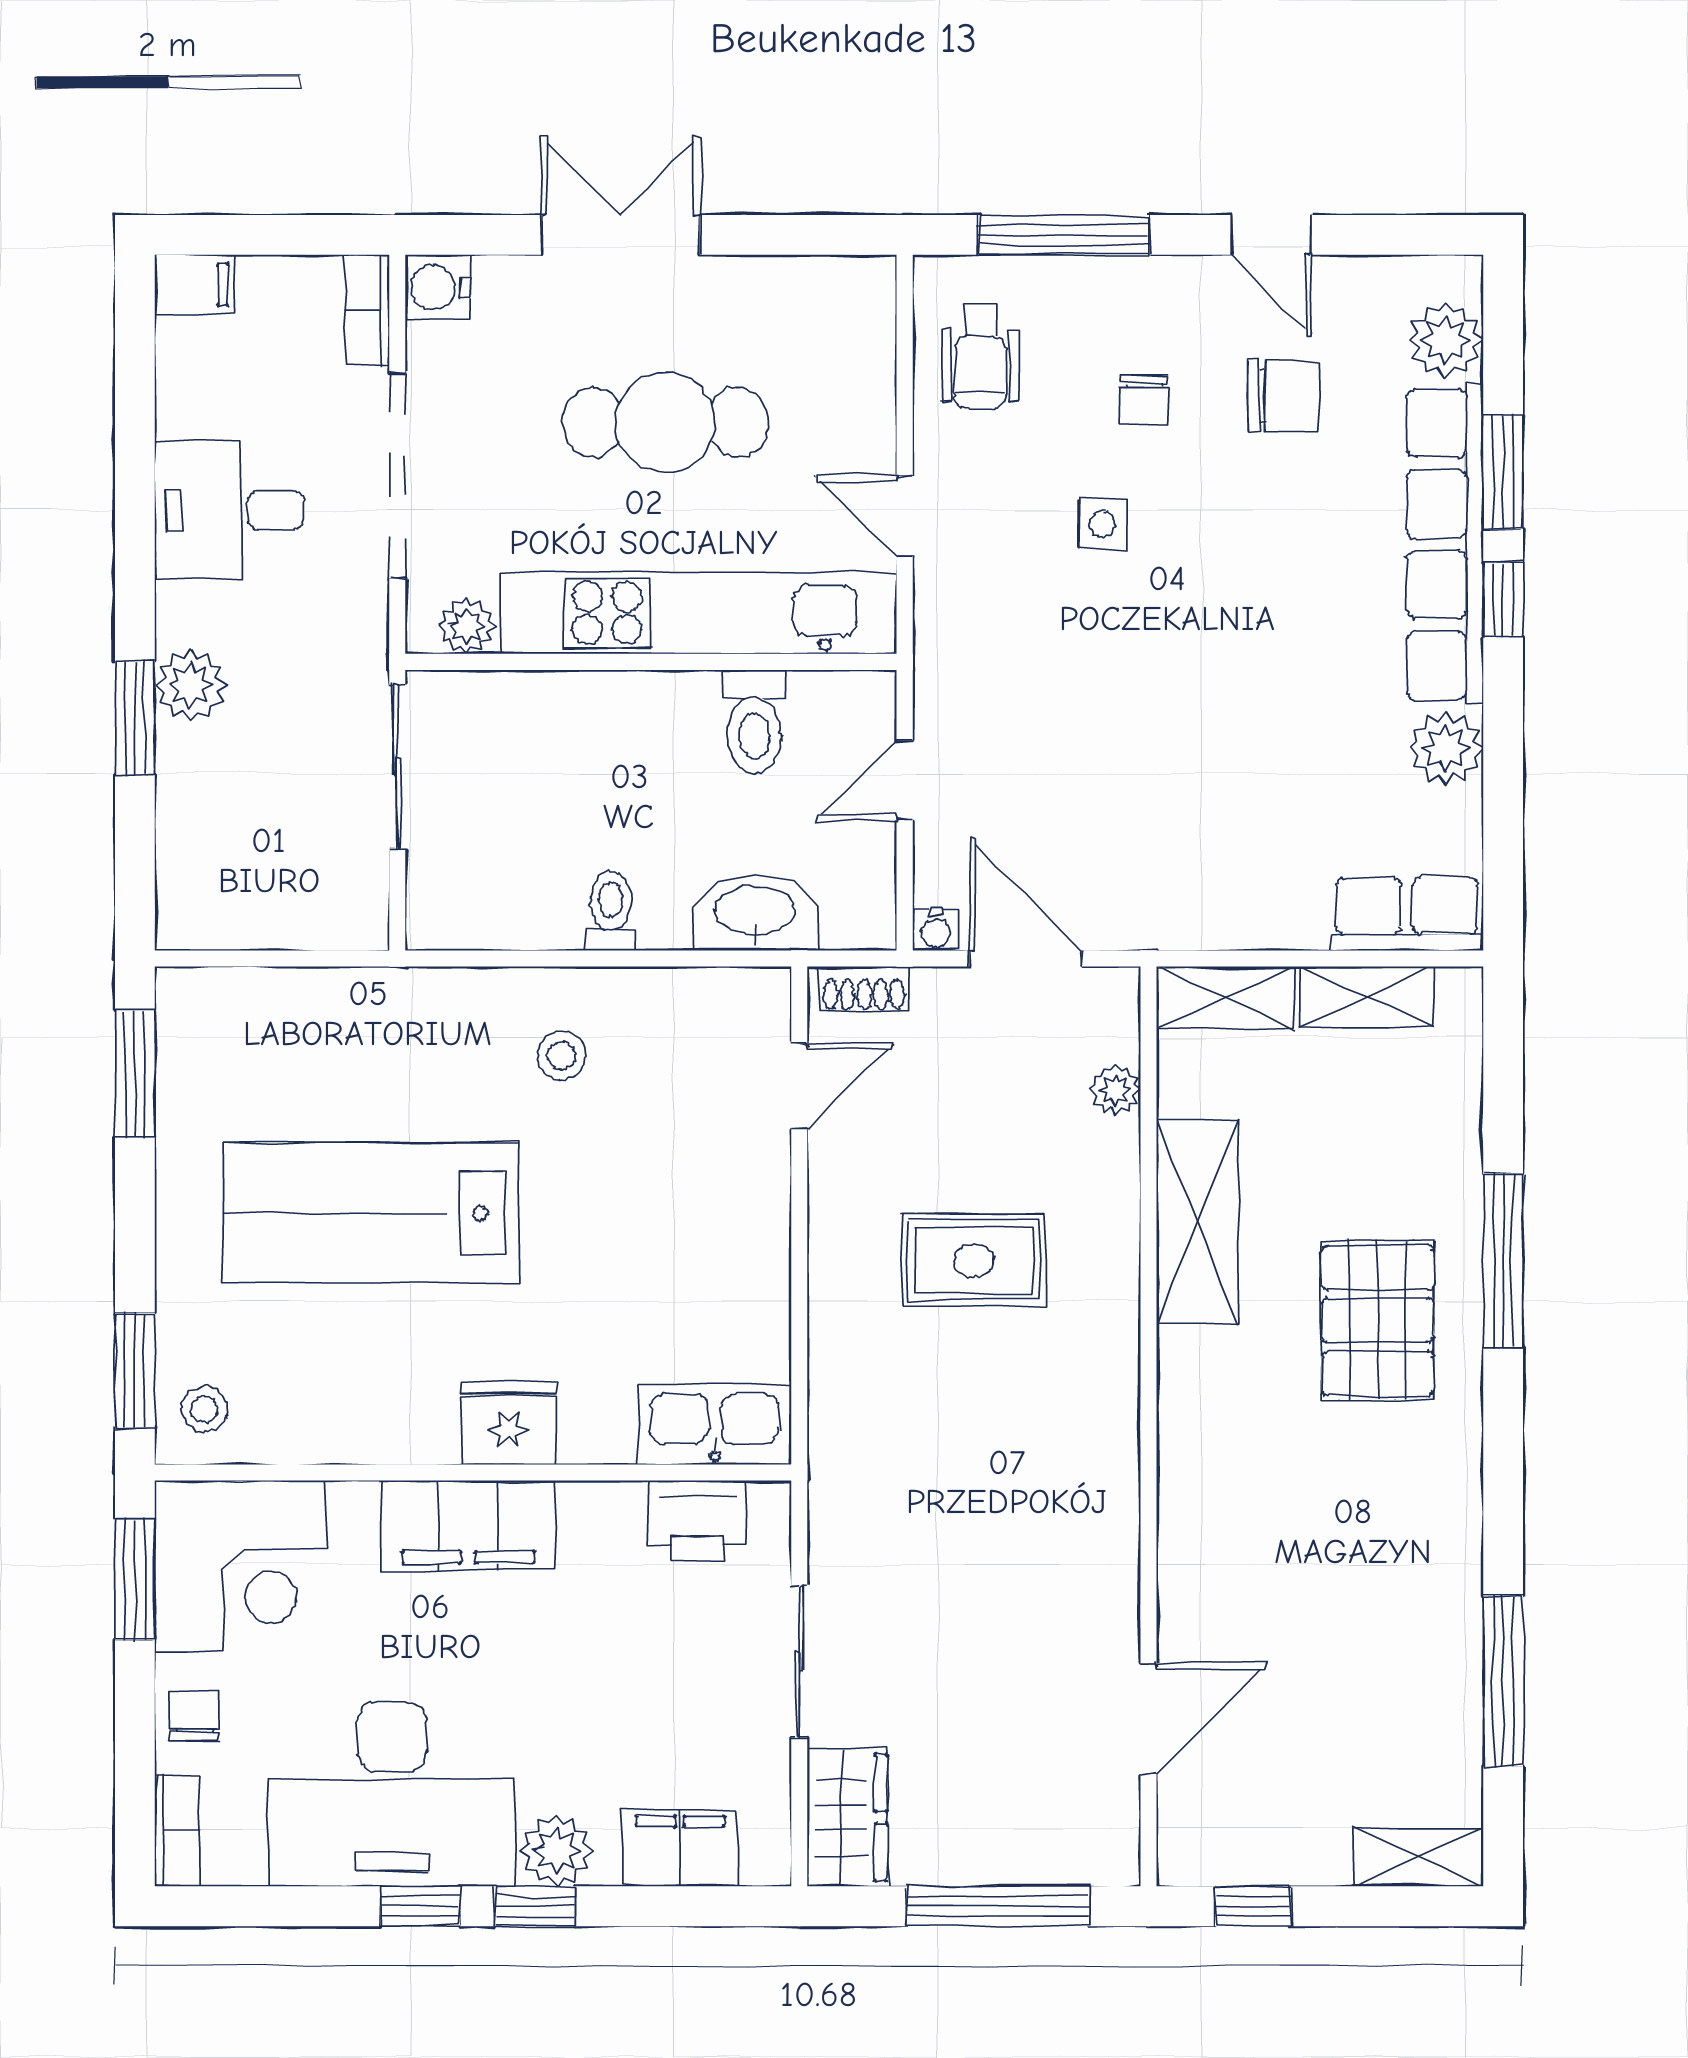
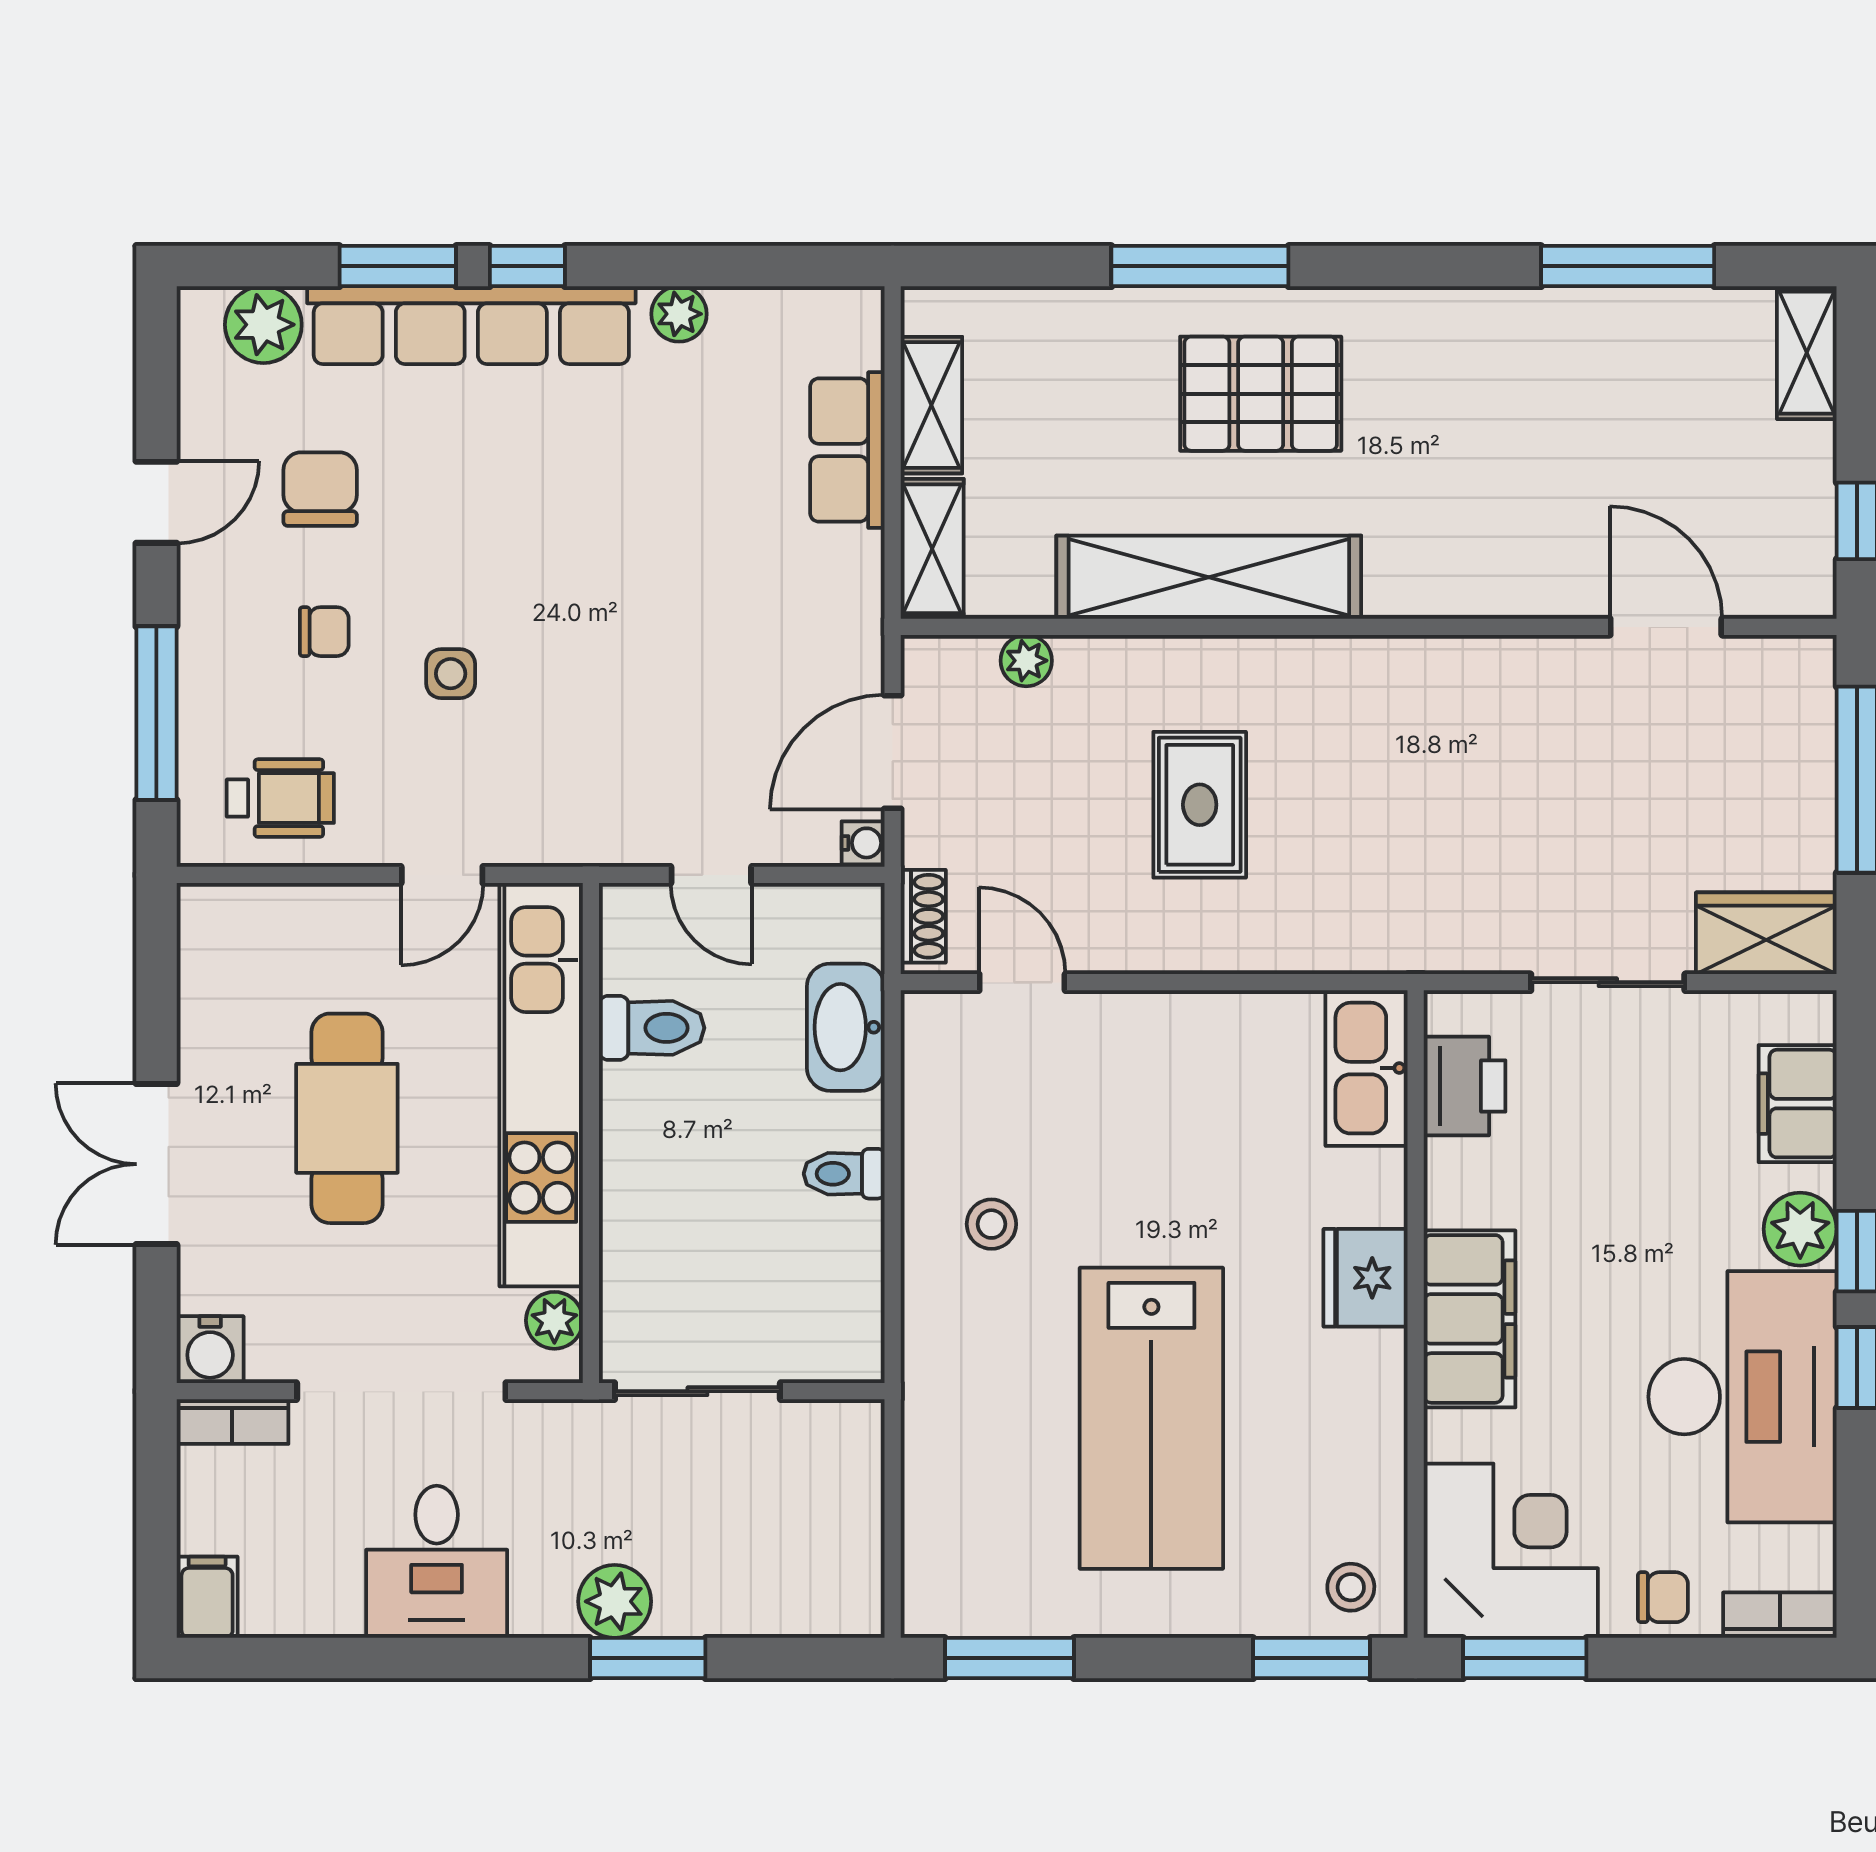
plant: (1446, 748) -> (679, 314), width x0.73, depth x0.73
row of seats: (1407, 914) -> (847, 450), moved
shelving: (1197, 1222) -> (1209, 577), width x1.47
chair: (195, 1716) -> (1663, 1597), turned 180

